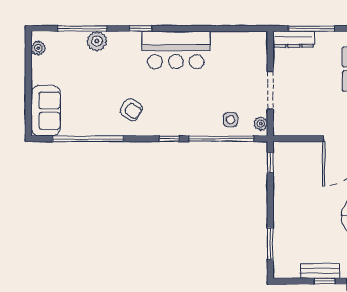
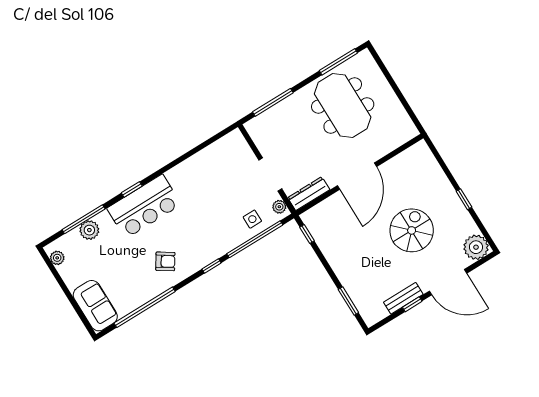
dresser: (294, 39) -> (309, 194), moved, turned 180
plant: (97, 41) -> (89, 230), moved
bar counter: (176, 50) -> (144, 206), moved

